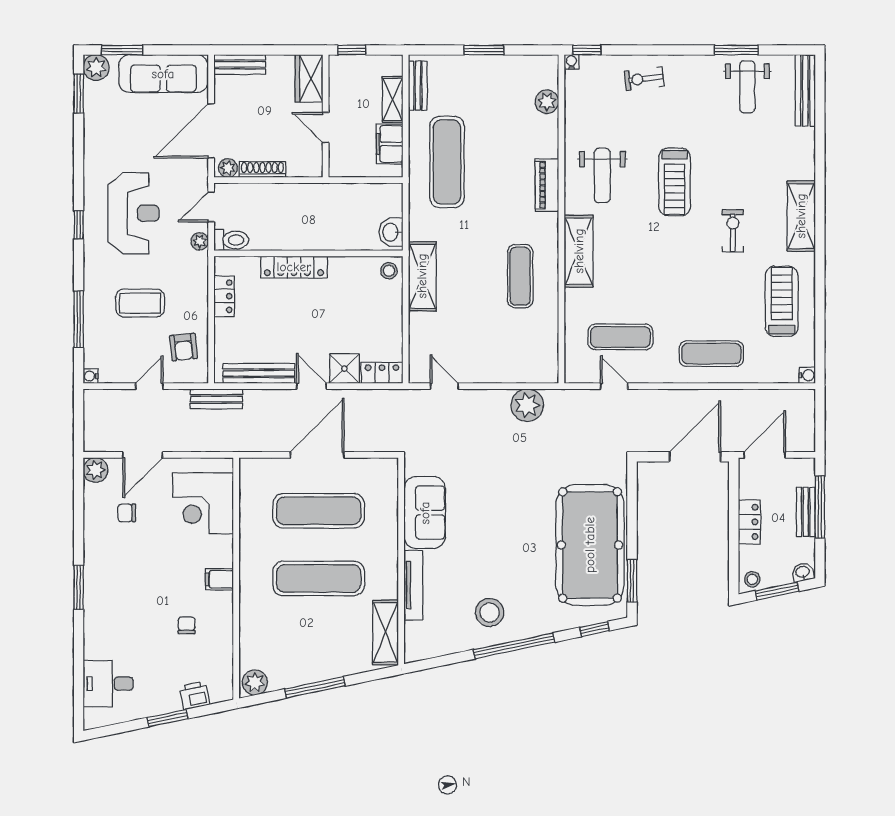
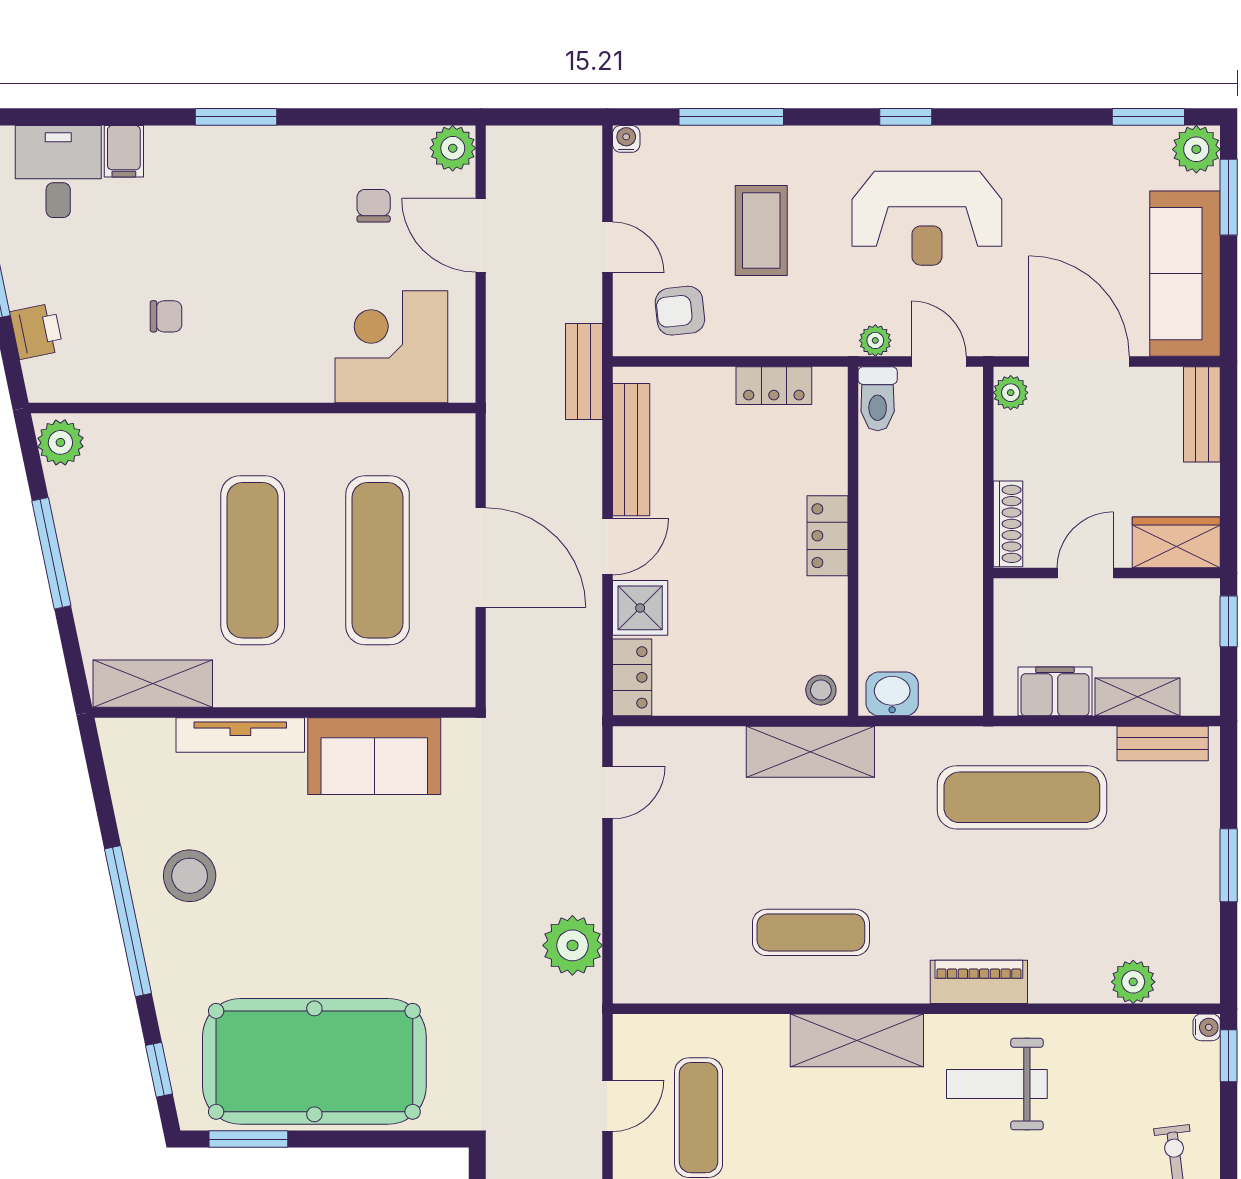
shoe rack: (262, 169) -> (1008, 524), moved
locker: (294, 267) -> (828, 536), width x0.66
filing cabinet: (219, 579) -> (124, 151), moved, turned 180

